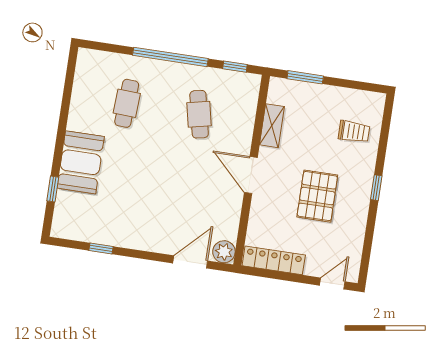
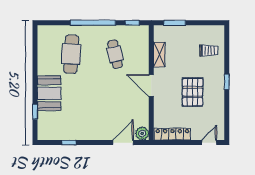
cafe table: (127, 103) -> (71, 54), width x1.37, depth x1.35

